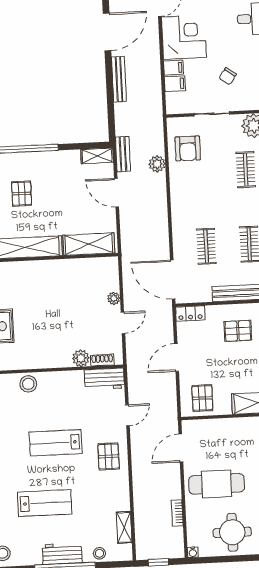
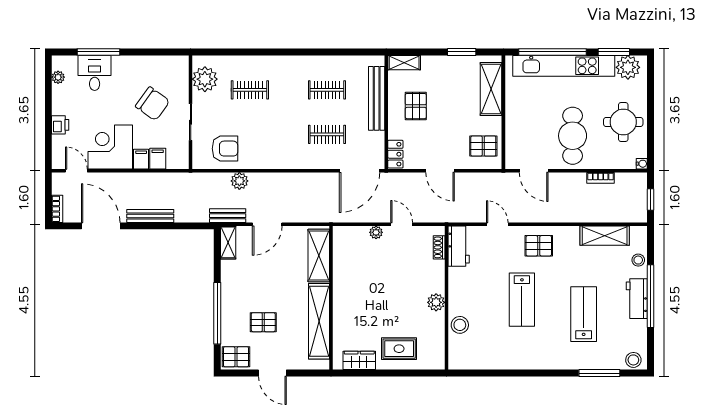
chair: (228, 76) -> (153, 104), width x1.87, depth x1.87
plant: (81, 358) -> (436, 302), moved
shelving: (124, 527) -> (605, 236), width x1.50, depth x1.33

